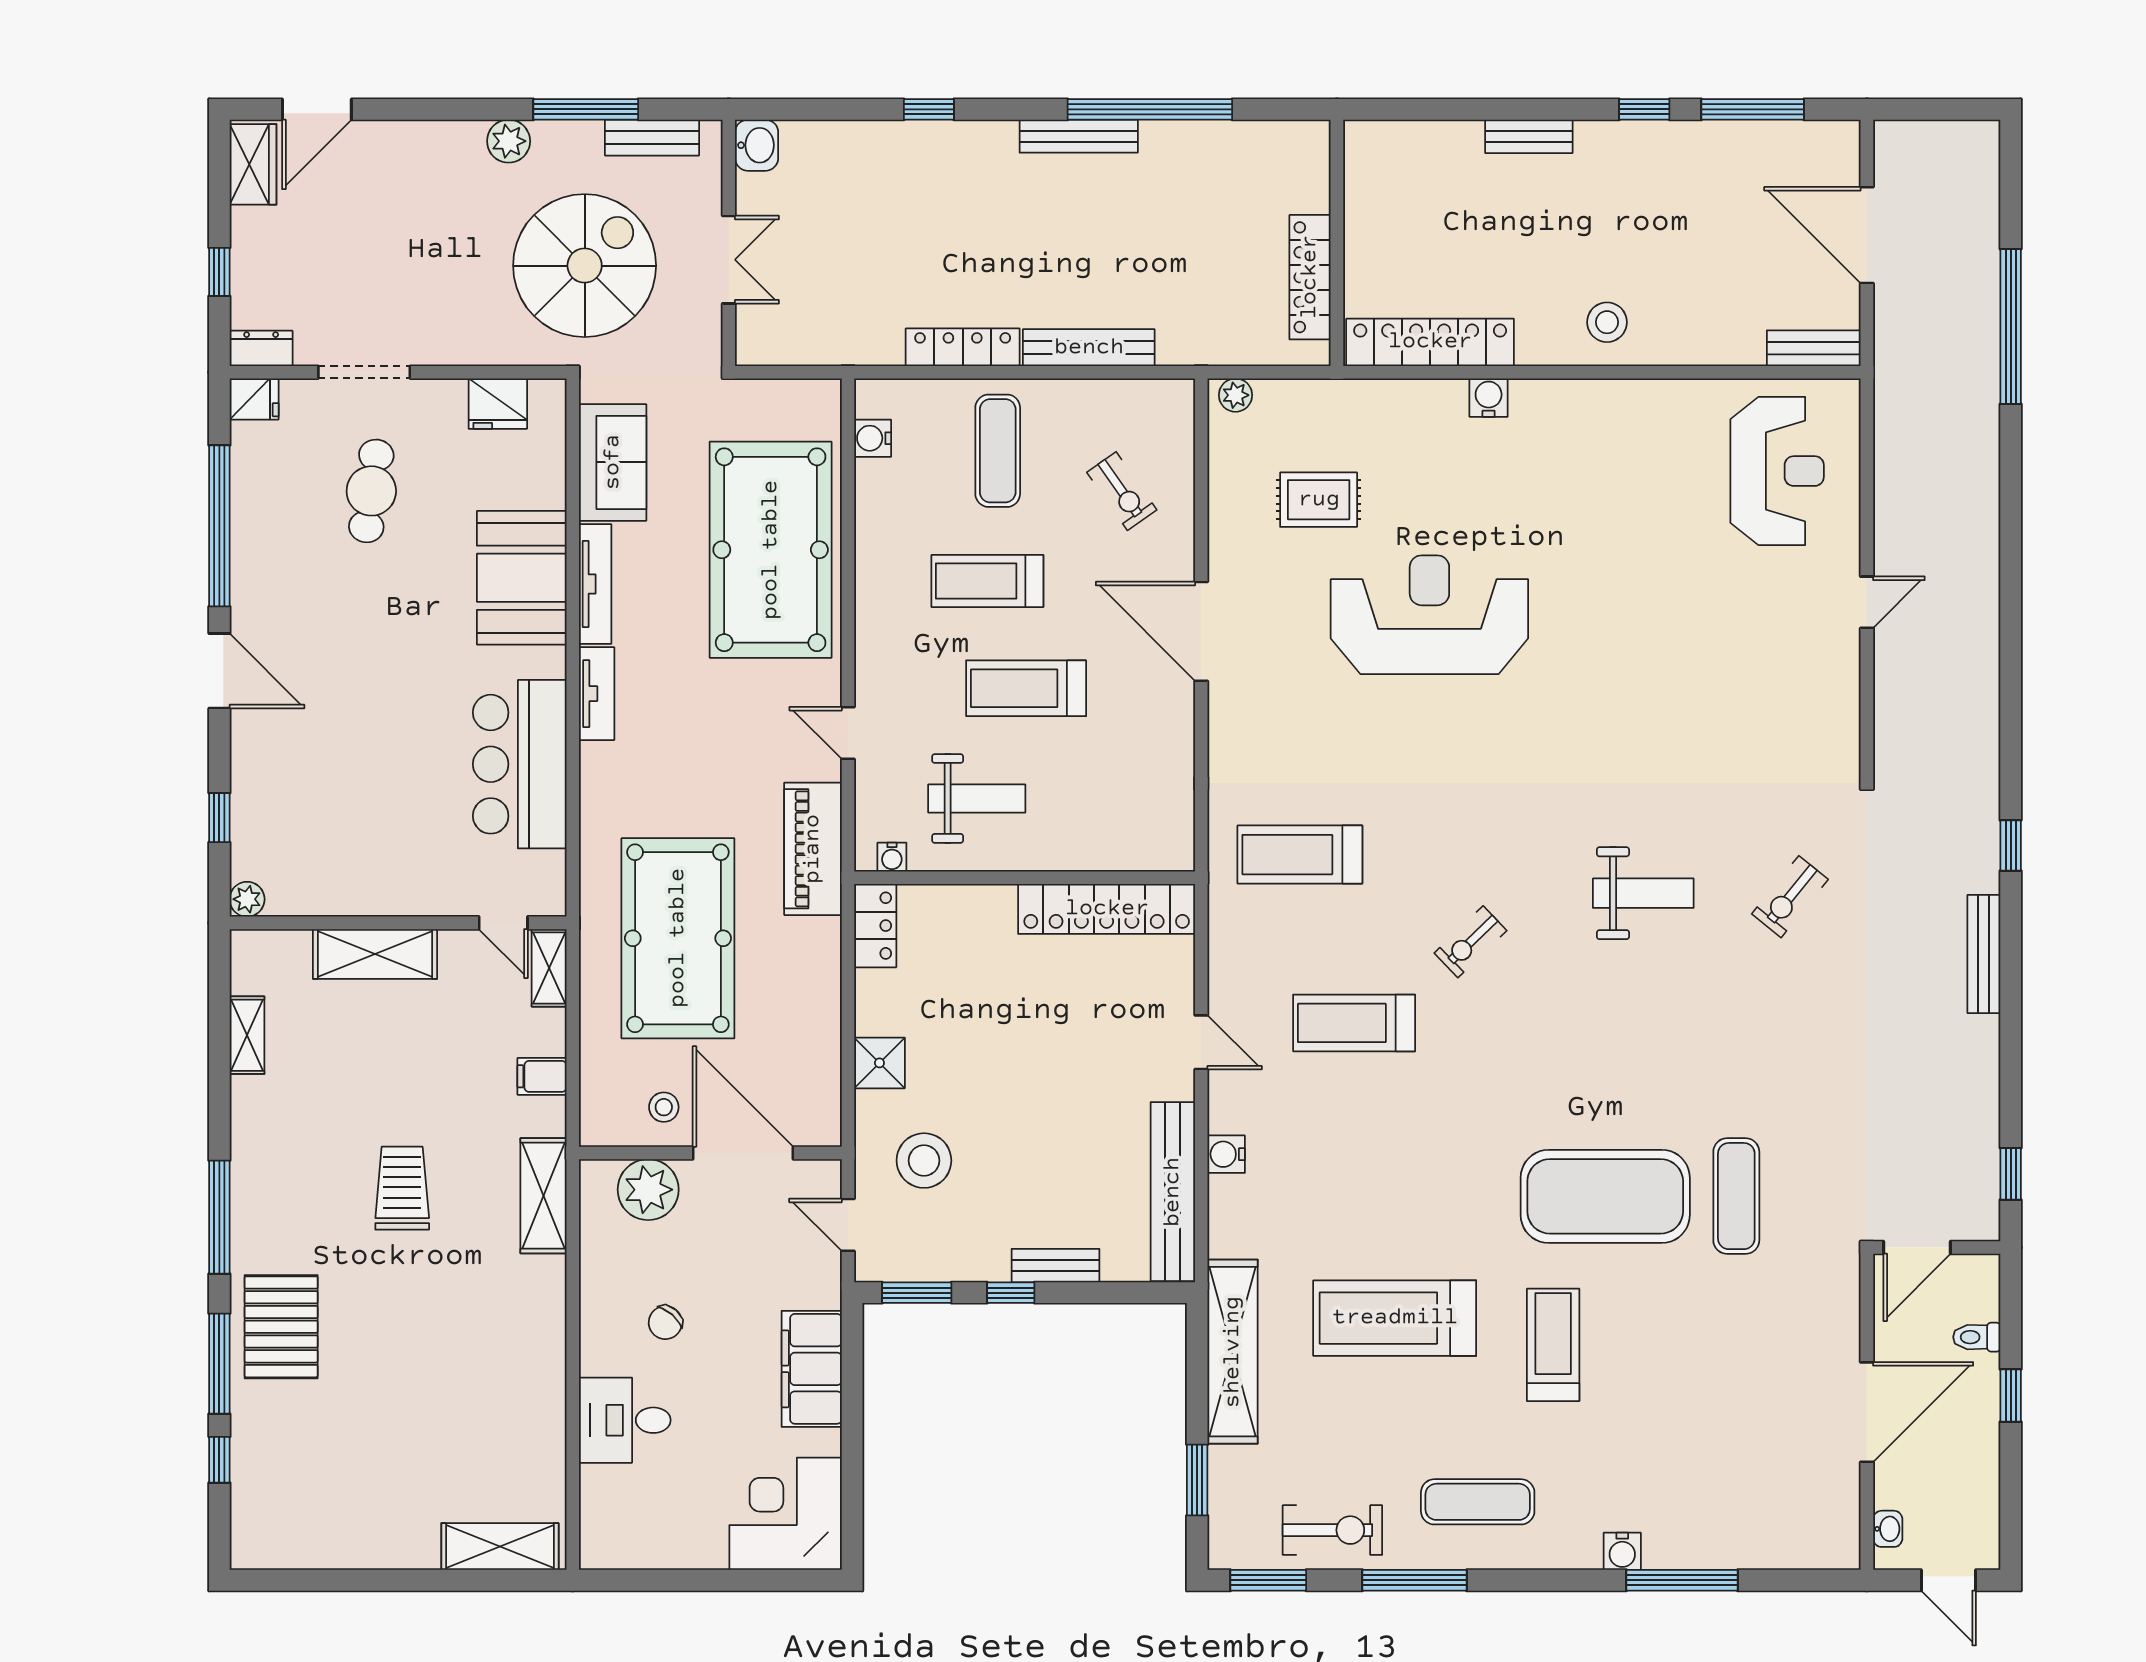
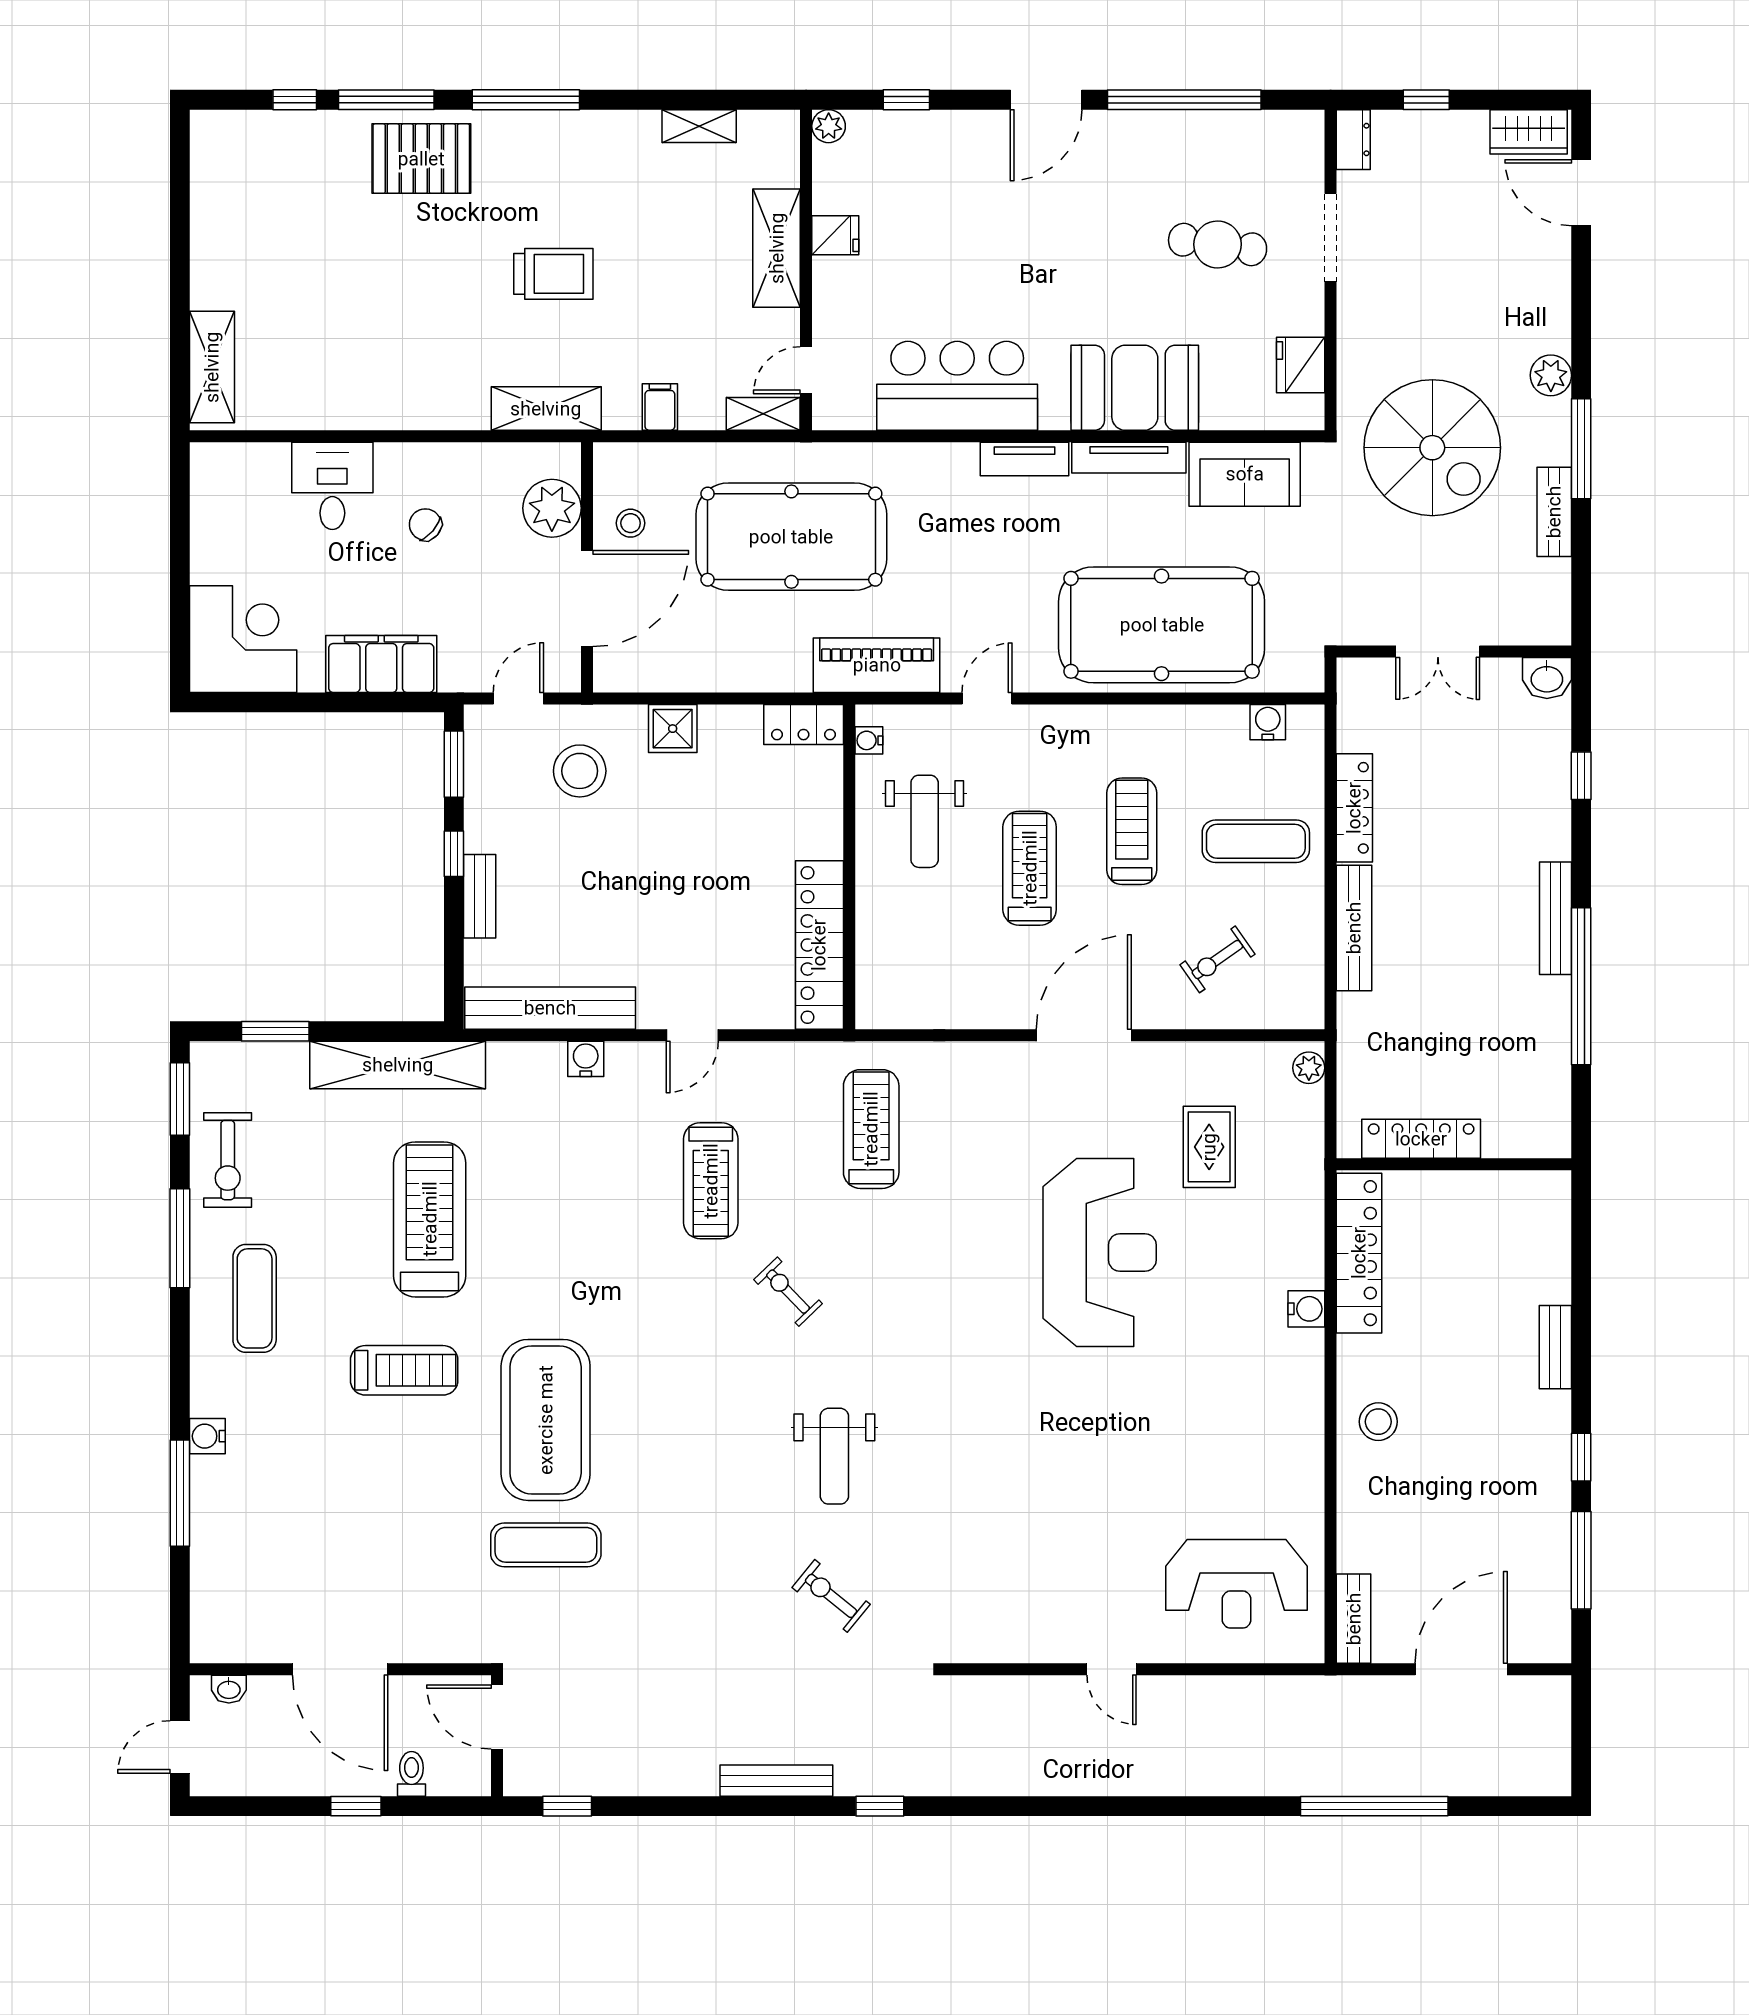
washbasin: (757, 145) -> (1547, 678), moved
wall: (729, 243) -> (1454, 652), moved
double door: (729, 260) -> (1438, 652), moved
fridge: (254, 399) -> (835, 235), moved, turned -90
treadmill: (1354, 1023) -> (711, 1181), turned 180

